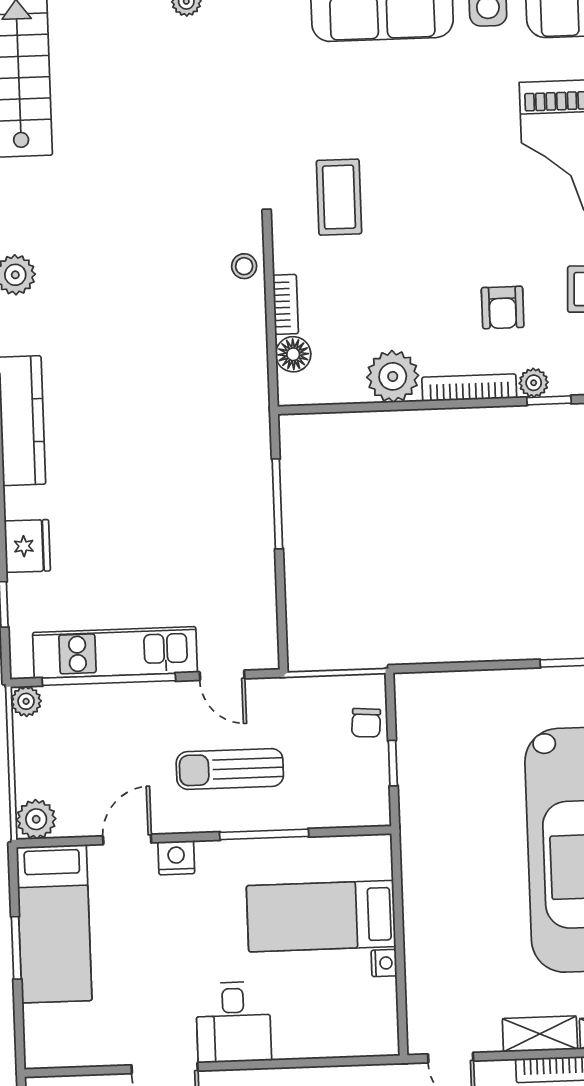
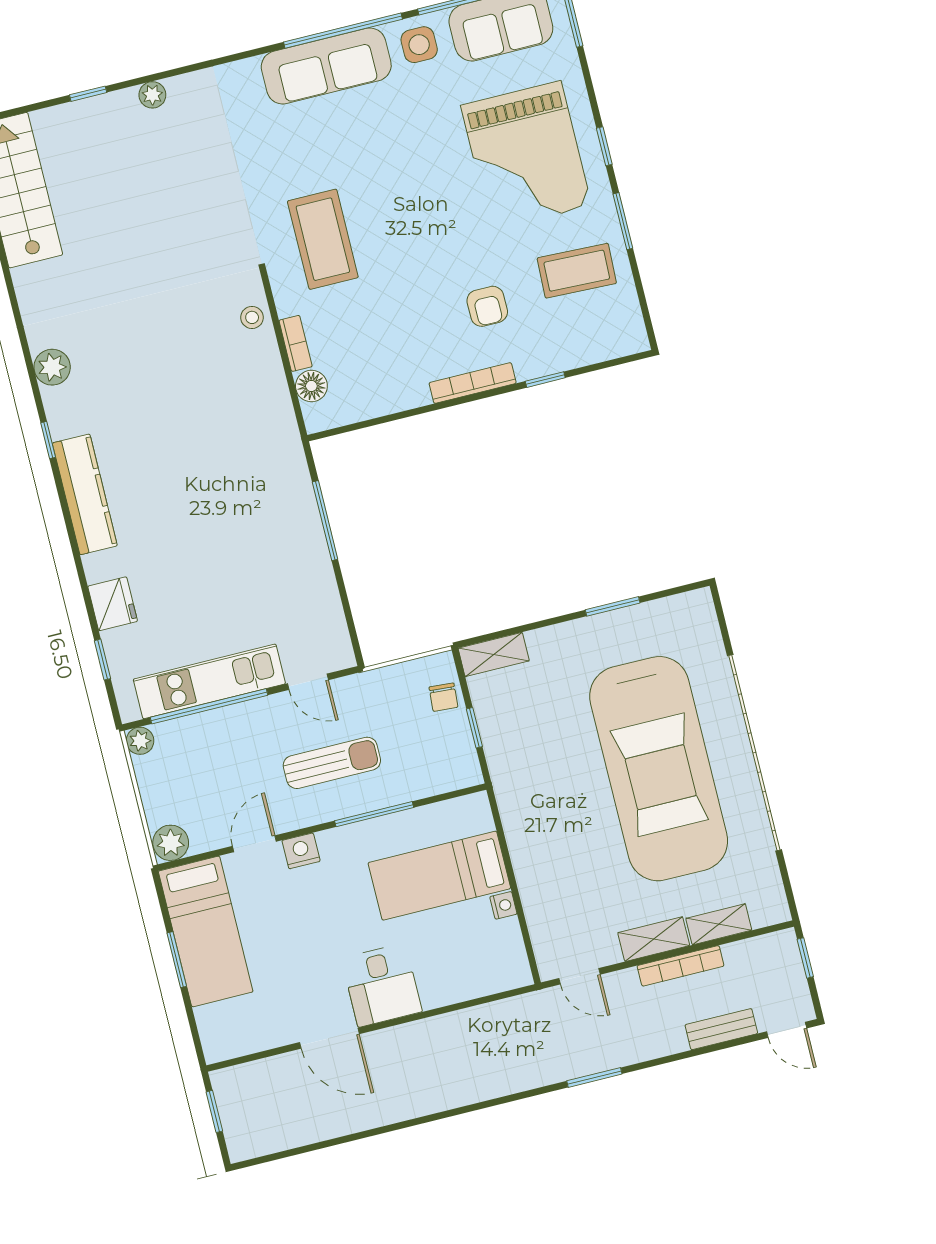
coffee table: (339, 197) -> (323, 239), width x1.36, depth x1.32
plant: (393, 376) -> (403, 387), removed
plant: (534, 383) -> (528, 367), removed
shelving: (430, 688) -> (494, 654), added
sun lounger: (230, 769) -> (332, 763), turned 180

